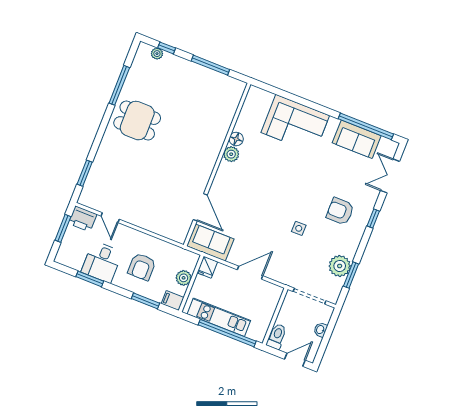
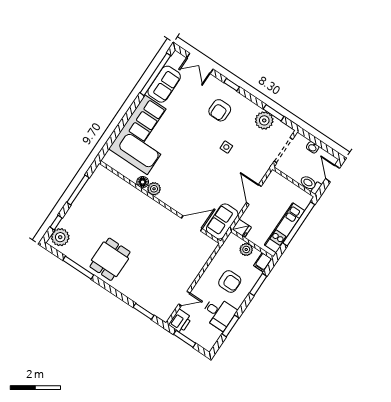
plant: (157, 54) -> (60, 237), width x1.87, depth x1.87
corner sofa: (295, 124) -> (146, 135), width x1.36, depth x1.36

